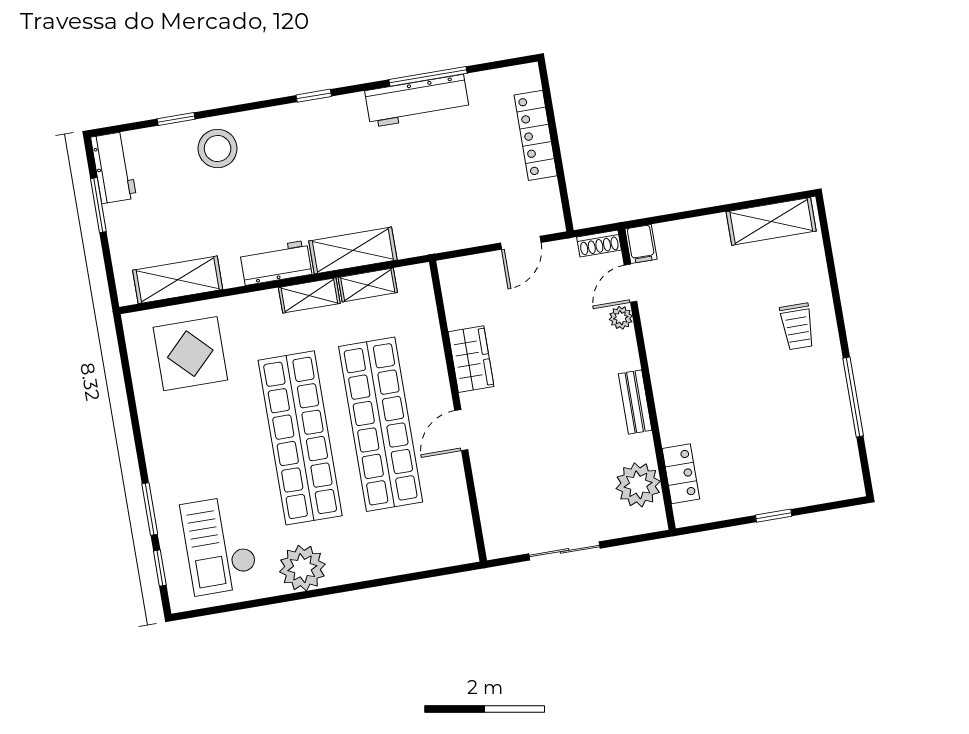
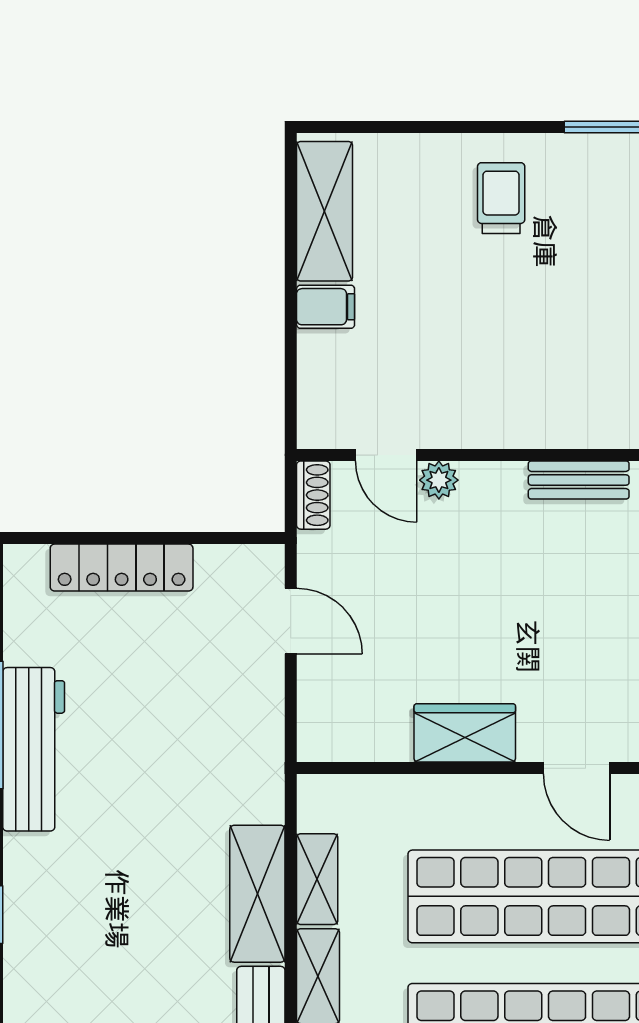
filing cabinet: (641, 244) -> (326, 307), moved
trolley: (797, 326) -> (501, 198), turned -90

